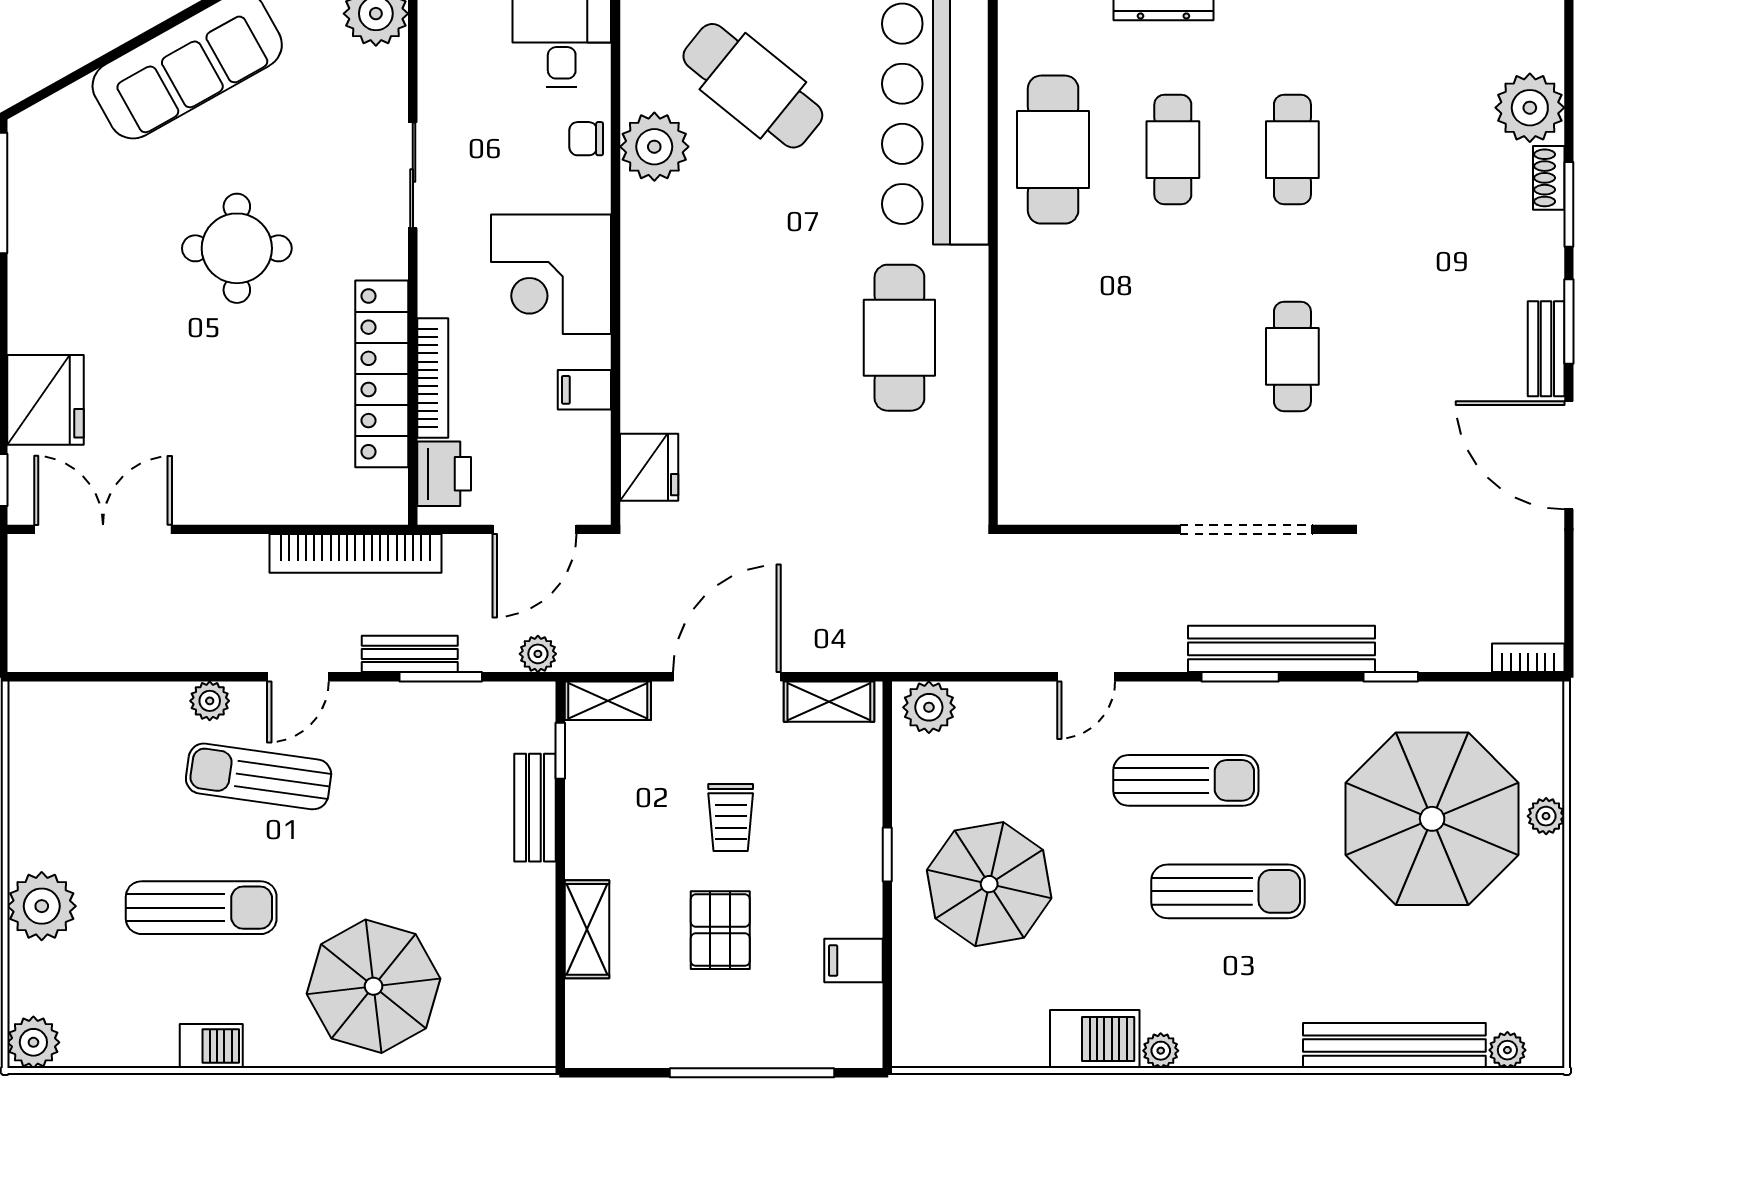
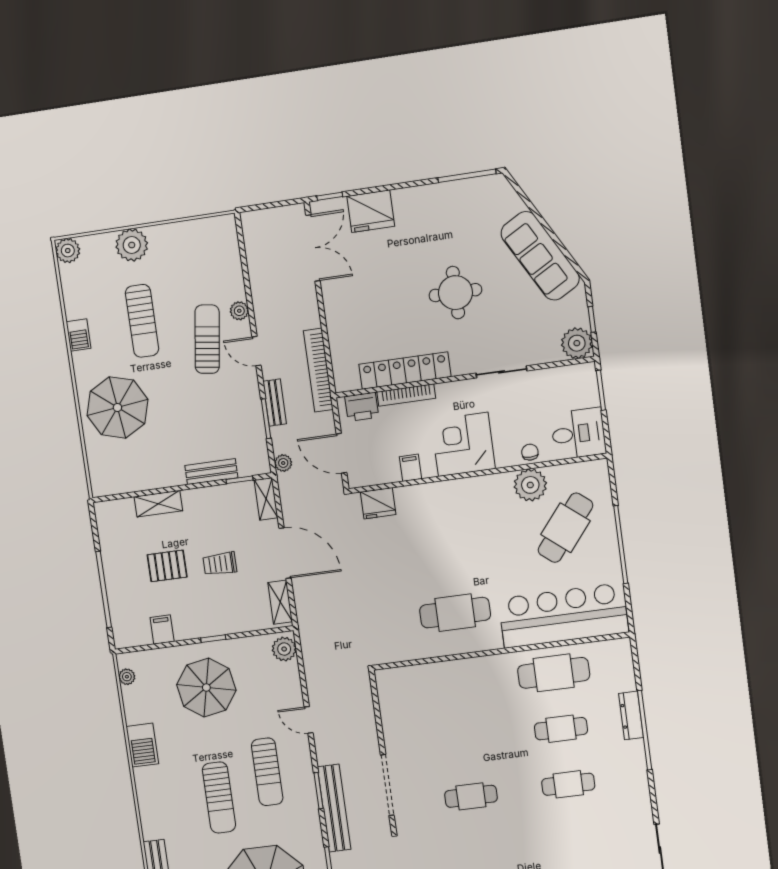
plant: (1161, 1051) -> (127, 677), moved

